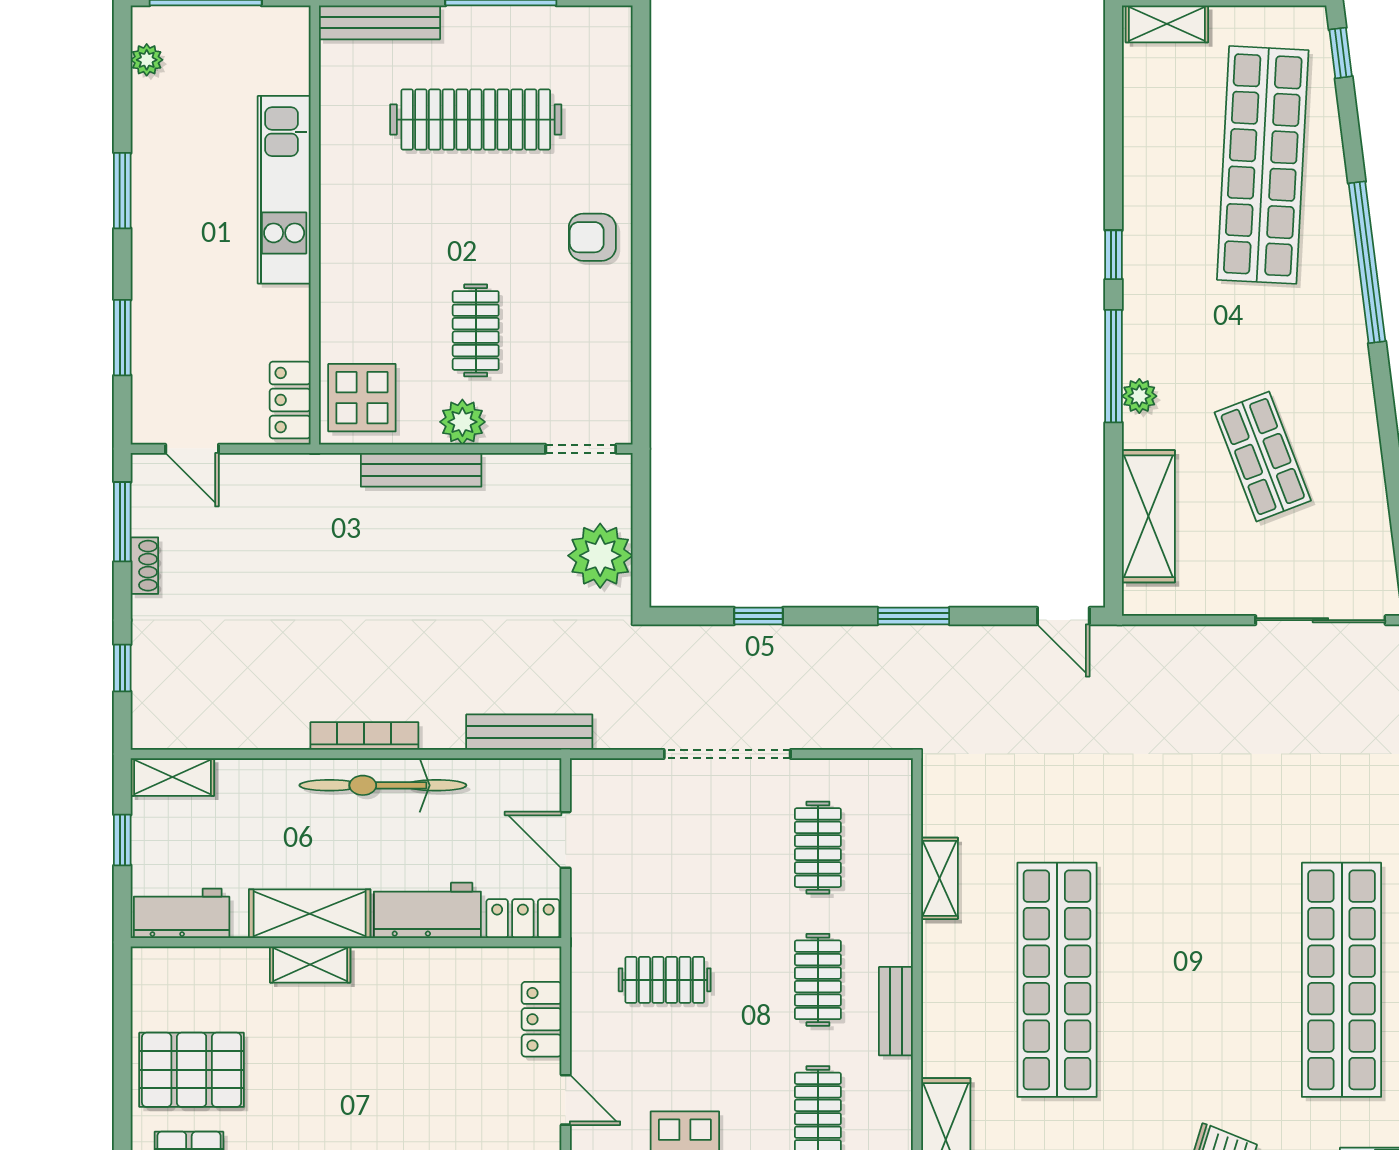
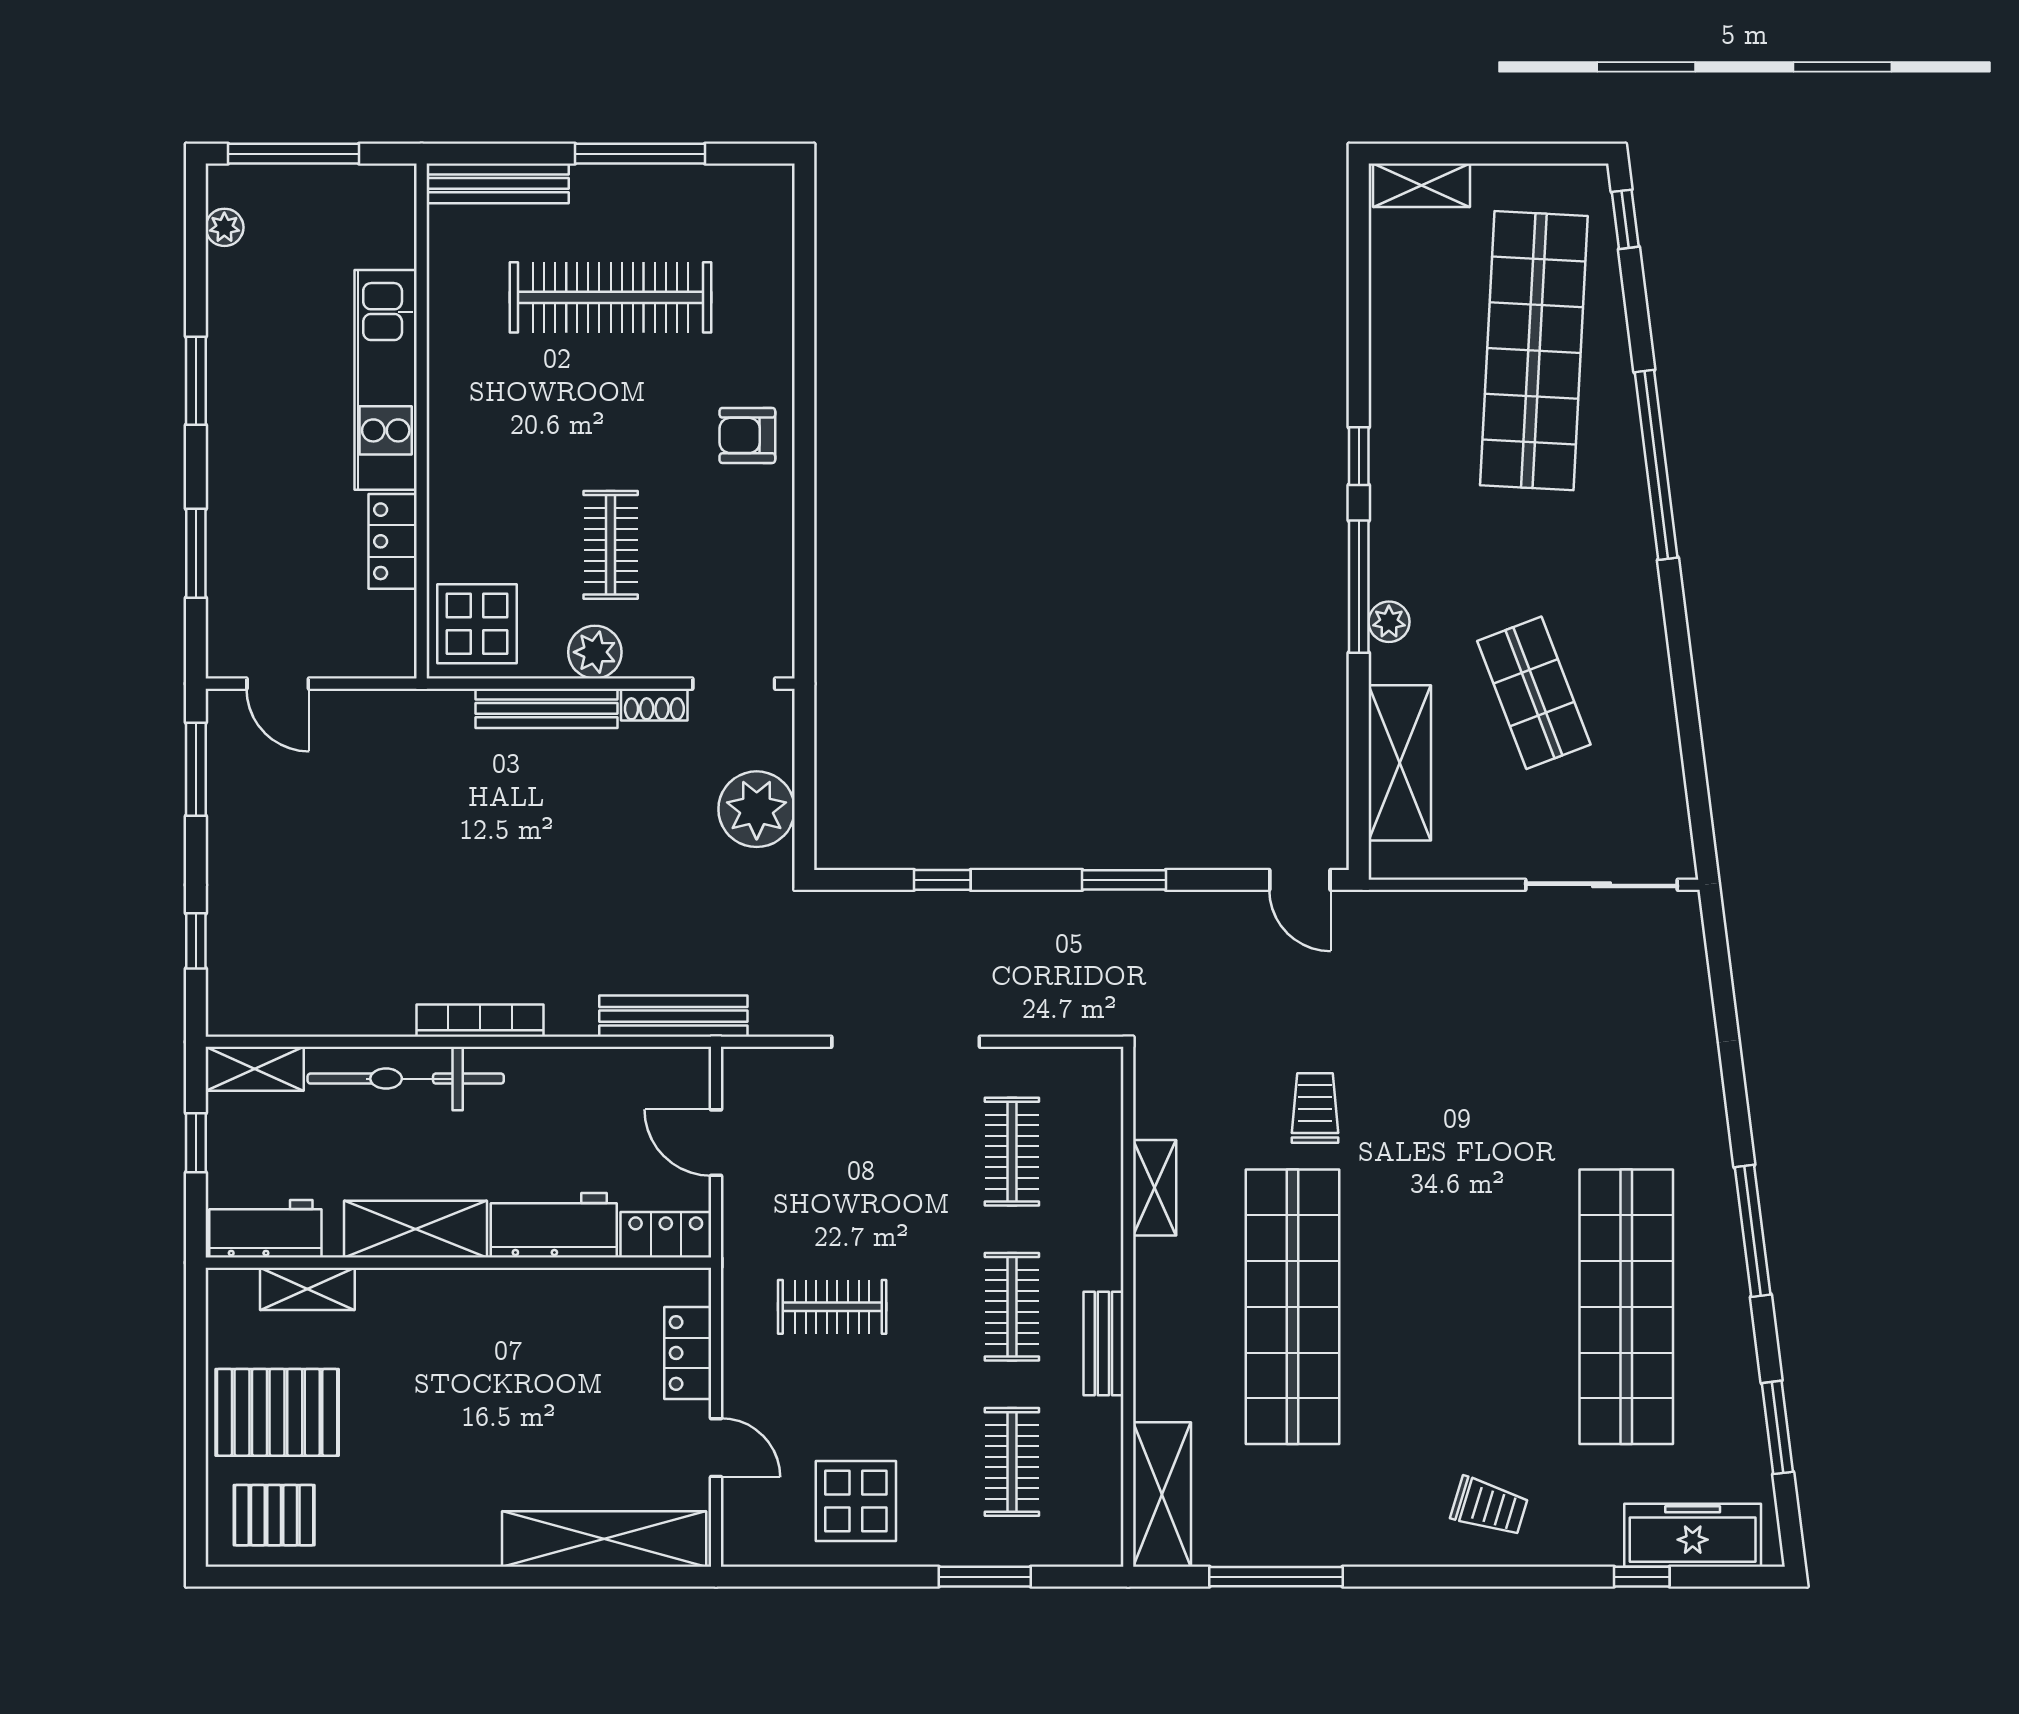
locker: (290, 400) -> (393, 541), moved
shoe rack: (144, 566) -> (654, 705), moved, turned 90
bicycle: (383, 785) -> (406, 1079), moved
trolley: (1076, 810) -> (1315, 1108), added
shelving: (310, 965) -> (307, 1289), moved

